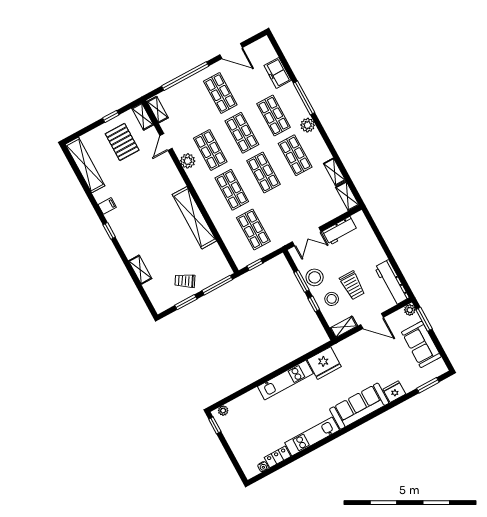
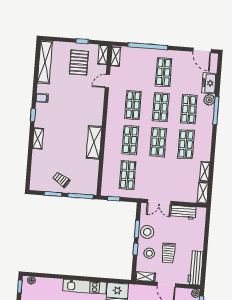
door: (231, 51) -> (202, 50), moved
plant: (308, 125) -> (209, 100), moved
plant: (188, 161) -> (114, 103), removed
shelving: (194, 218) -> (94, 142), width x0.68
shelving: (140, 270) -> (38, 138), moved

